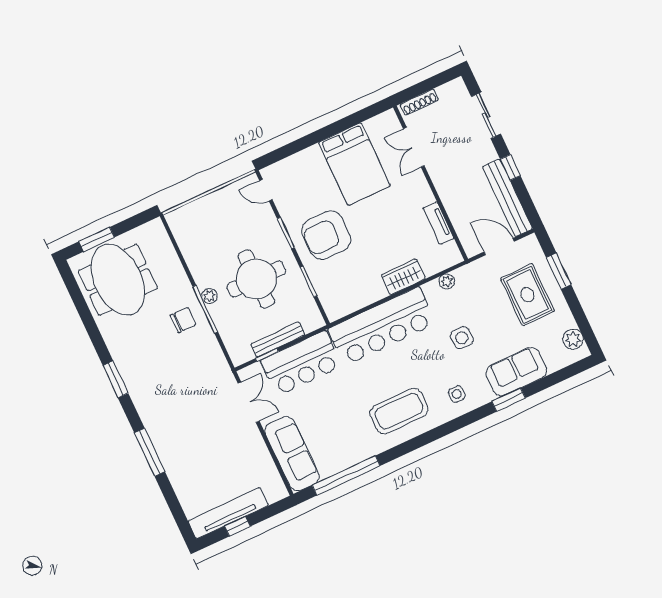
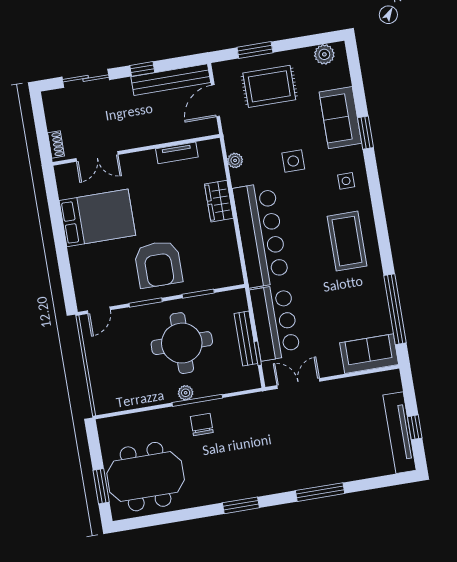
shoe rack: (419, 102) -> (56, 144), width x0.70
sofa: (292, 454) -> (369, 354), width x0.73

